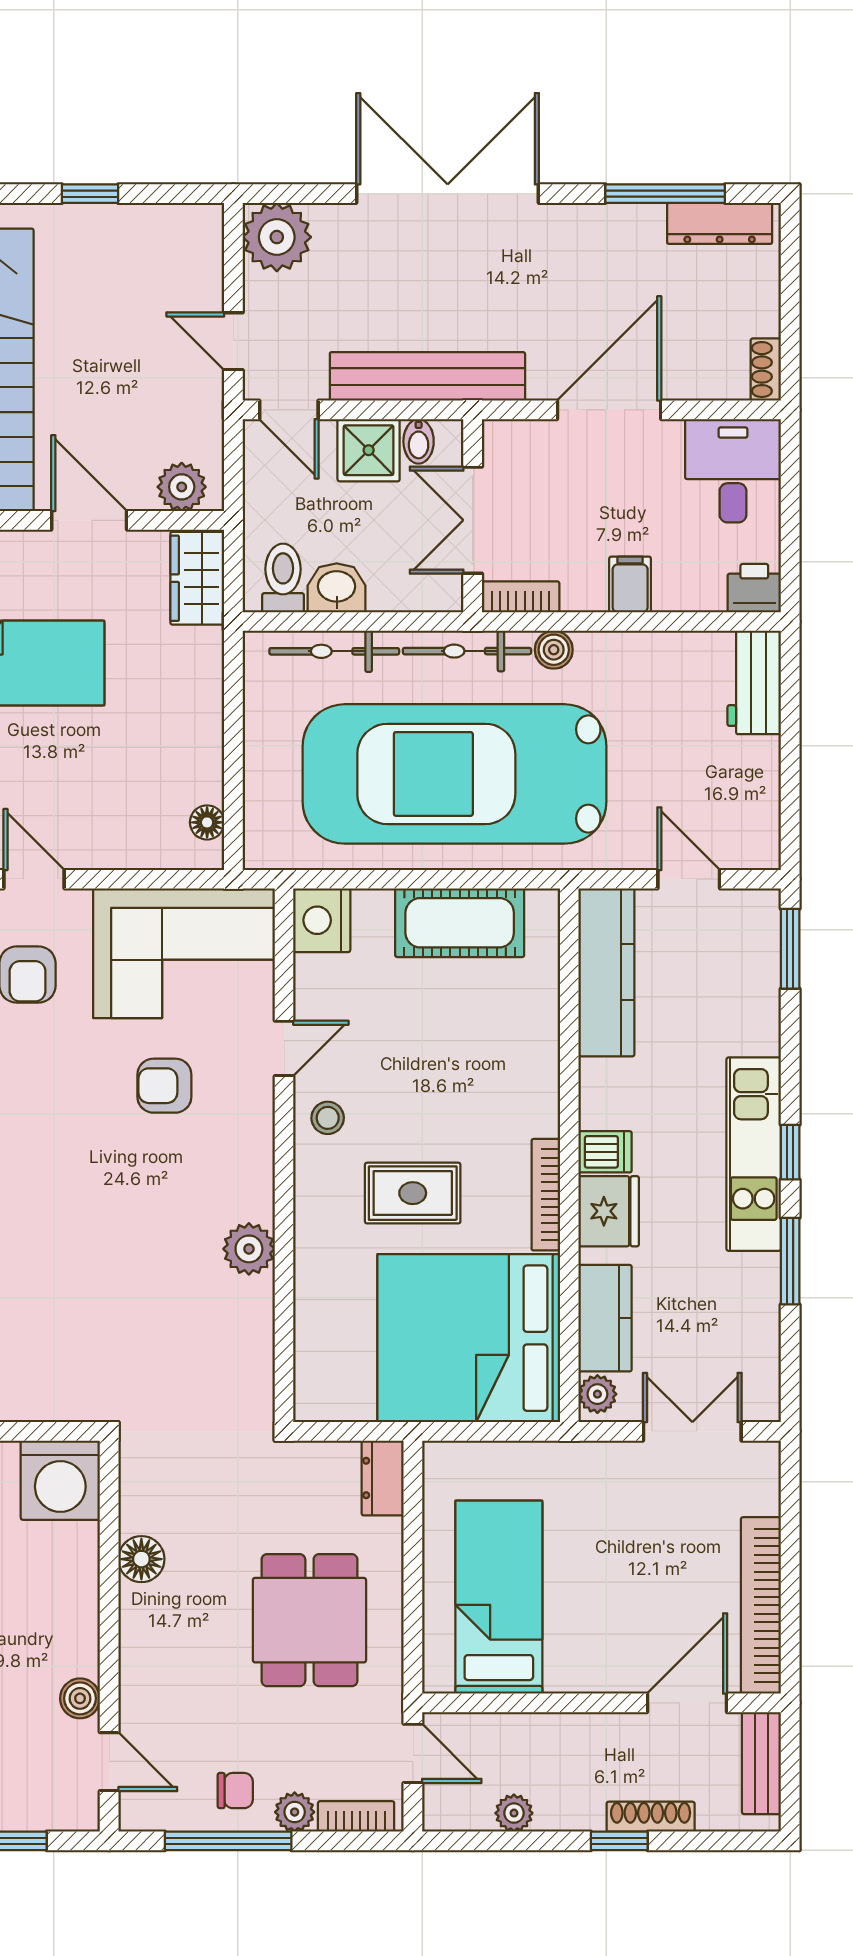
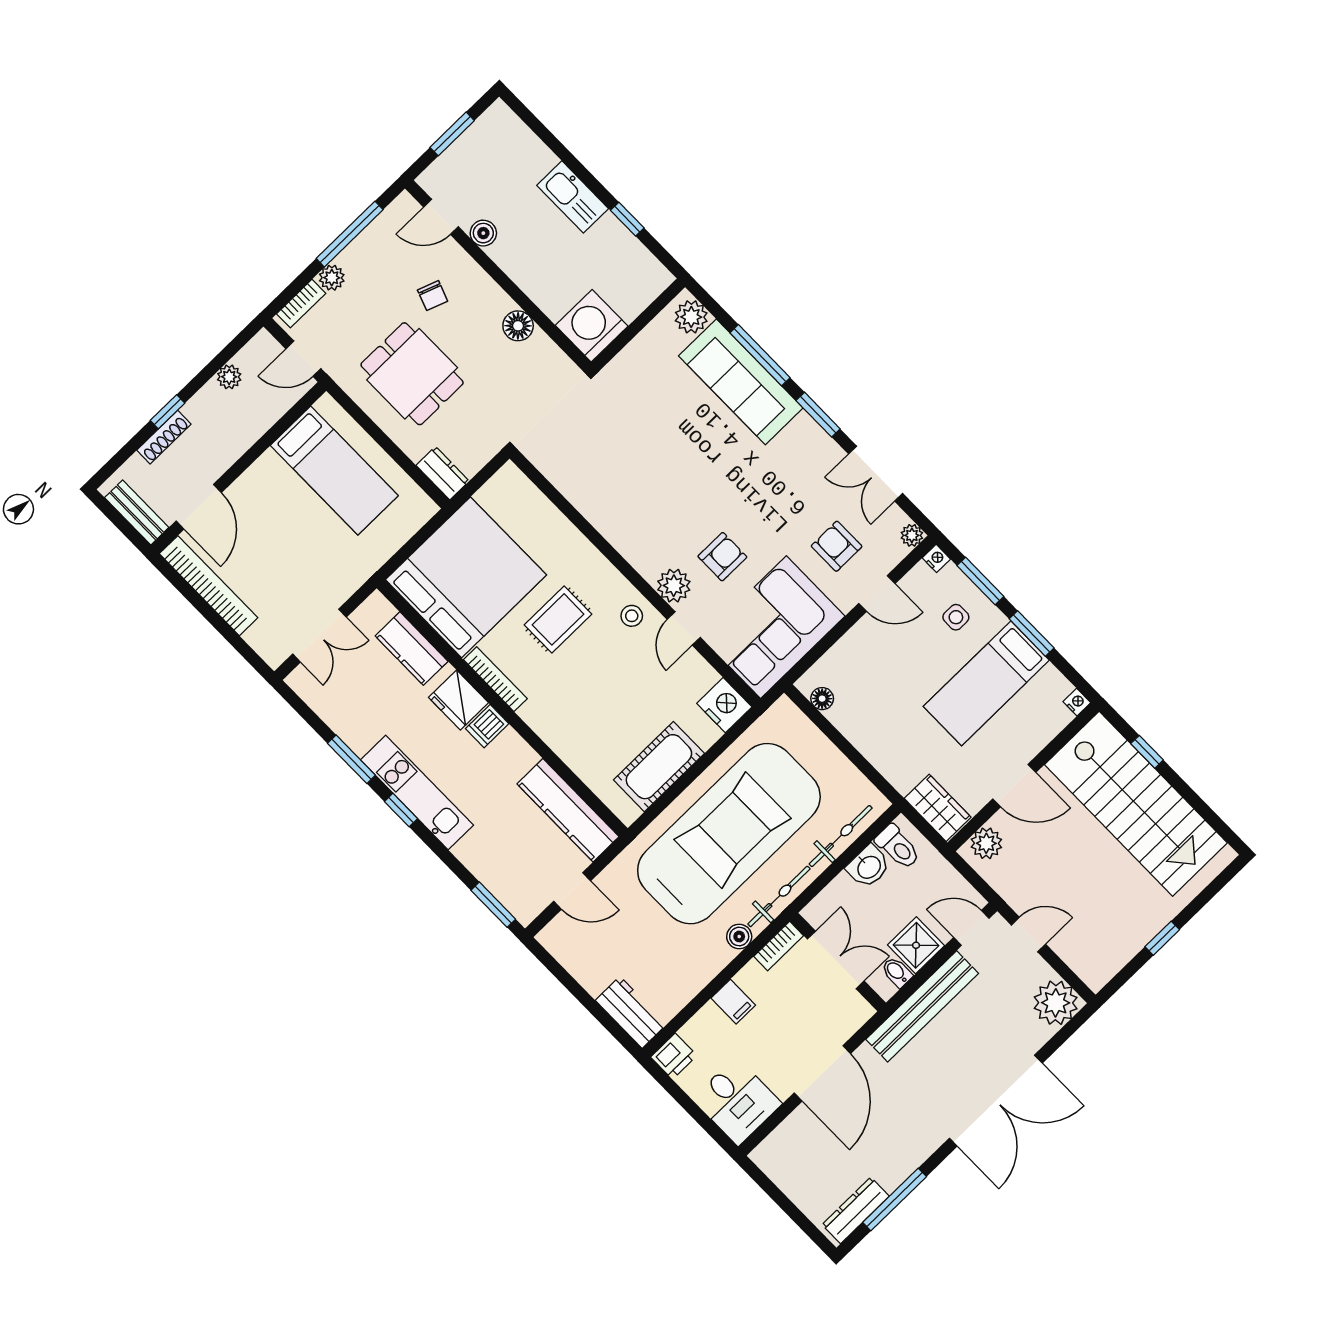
shoe rack: (766, 370) -> (768, 1163), removed
plant: (249, 1249) -> (674, 586), moved
plant: (597, 1394) -> (381, 610), removed
chair: (235, 1791) -> (433, 296), moved, turned -70

